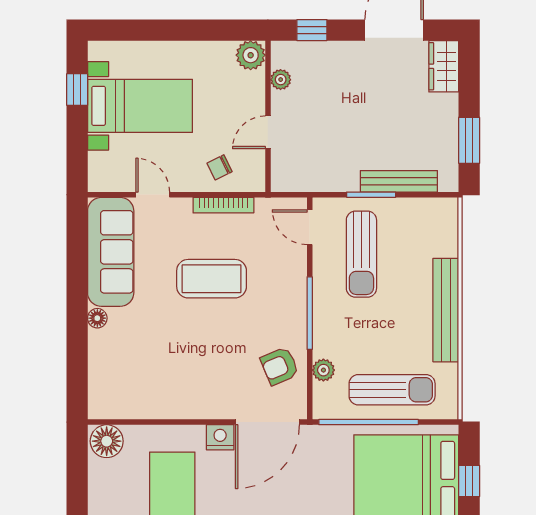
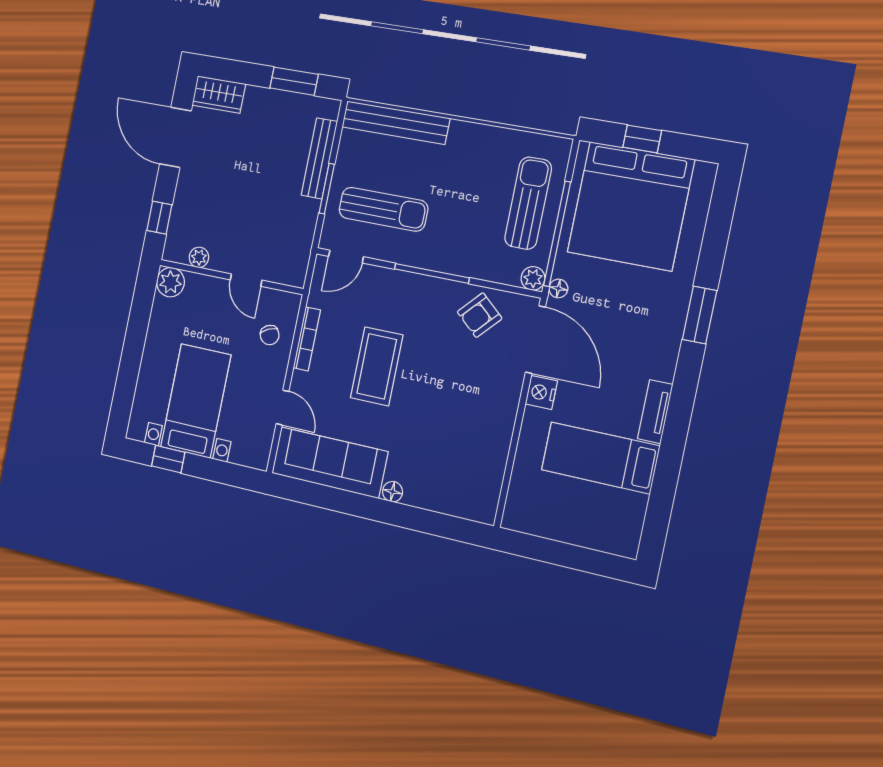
door: (153, 195) -> (282, 408), swing flipped
bench: (446, 310) -> (396, 123), moved
armchair: (280, 366) -> (480, 315), turned 65
plant: (323, 370) -> (533, 278), moved
floor lamp: (107, 441) -> (558, 288), moved, width x0.53, depth x0.53

